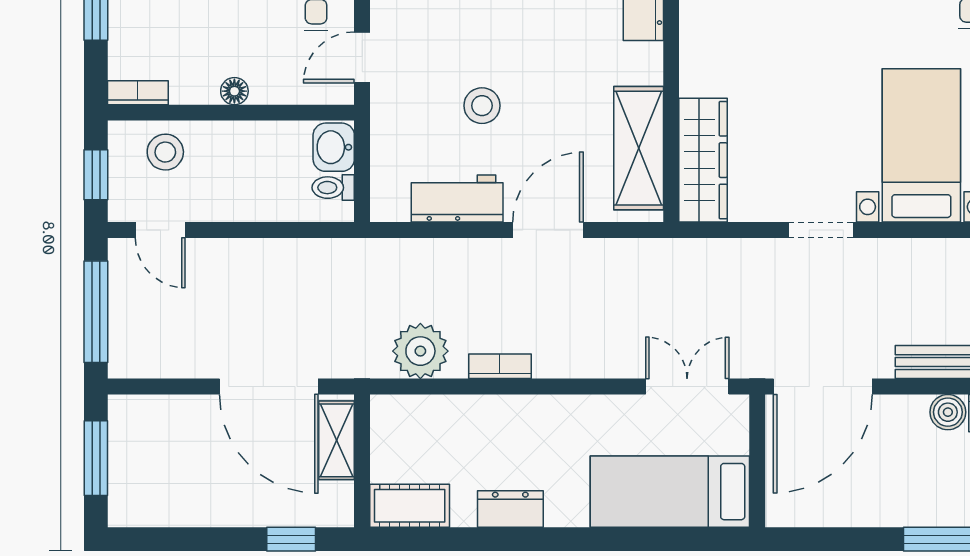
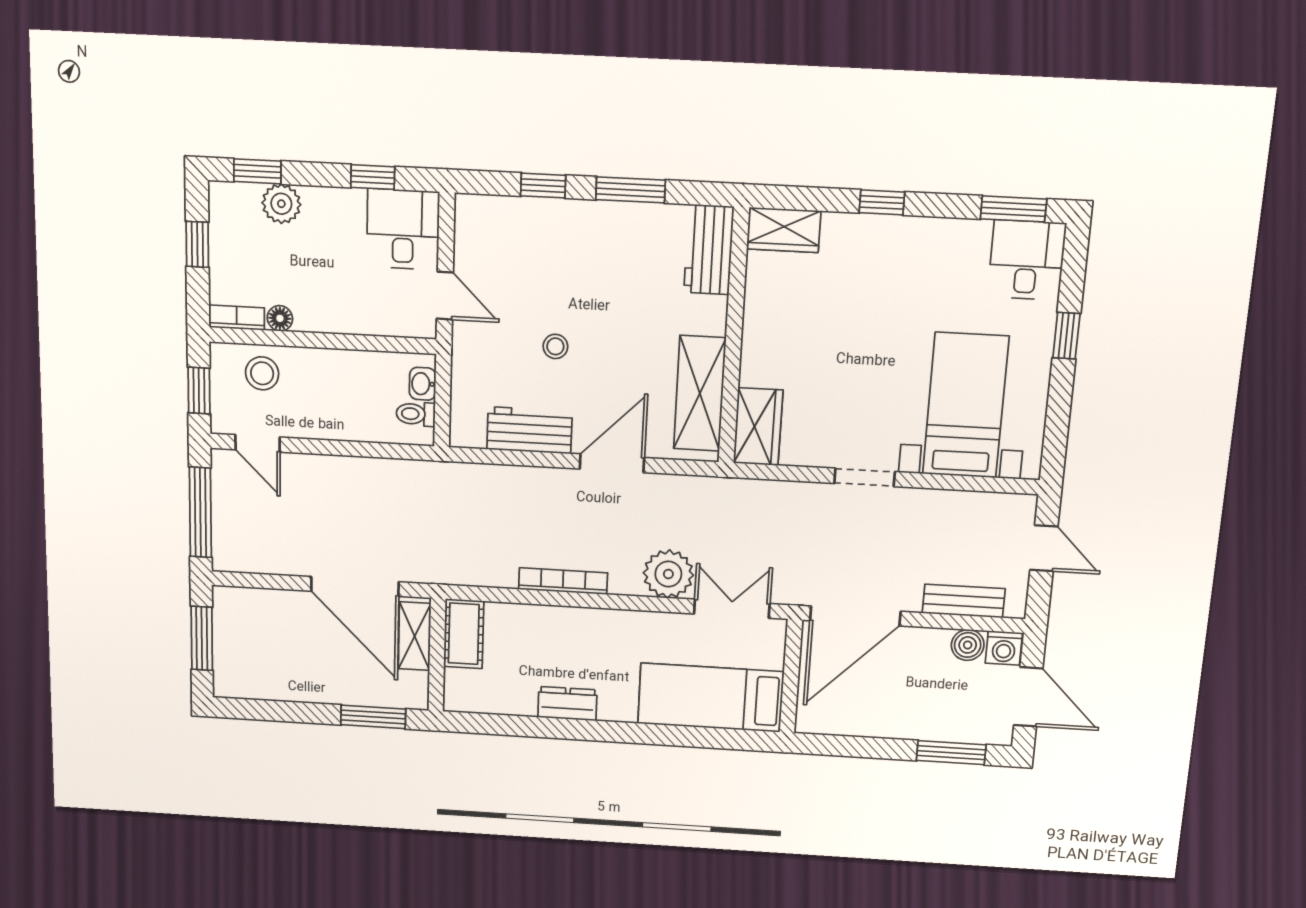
door: (362, 57) -> (445, 296), swing flipped
floor lamp: (234, 91) -> (280, 318), moved
stool: (482, 106) -> (555, 346), width x0.73, depth x0.73
washbasin: (334, 147) -> (423, 384), width x0.72, depth x0.69
wardrobe: (703, 160) -> (758, 427), width x0.67
plant: (420, 351) -> (668, 574), moved
bookcase: (500, 366) -> (563, 581), width x1.56
cot: (410, 506) -> (464, 634), moved, turned 90
window: (291, 539) -> (373, 717), width x1.50

